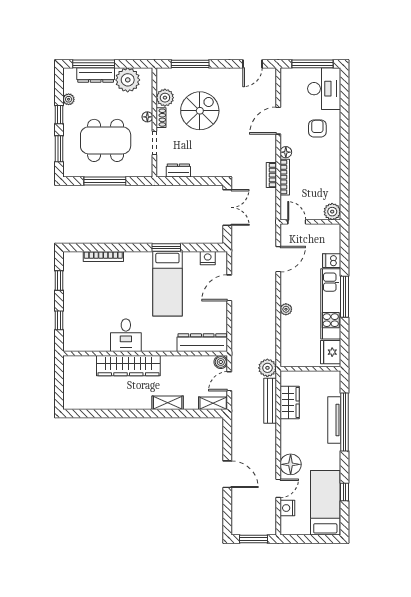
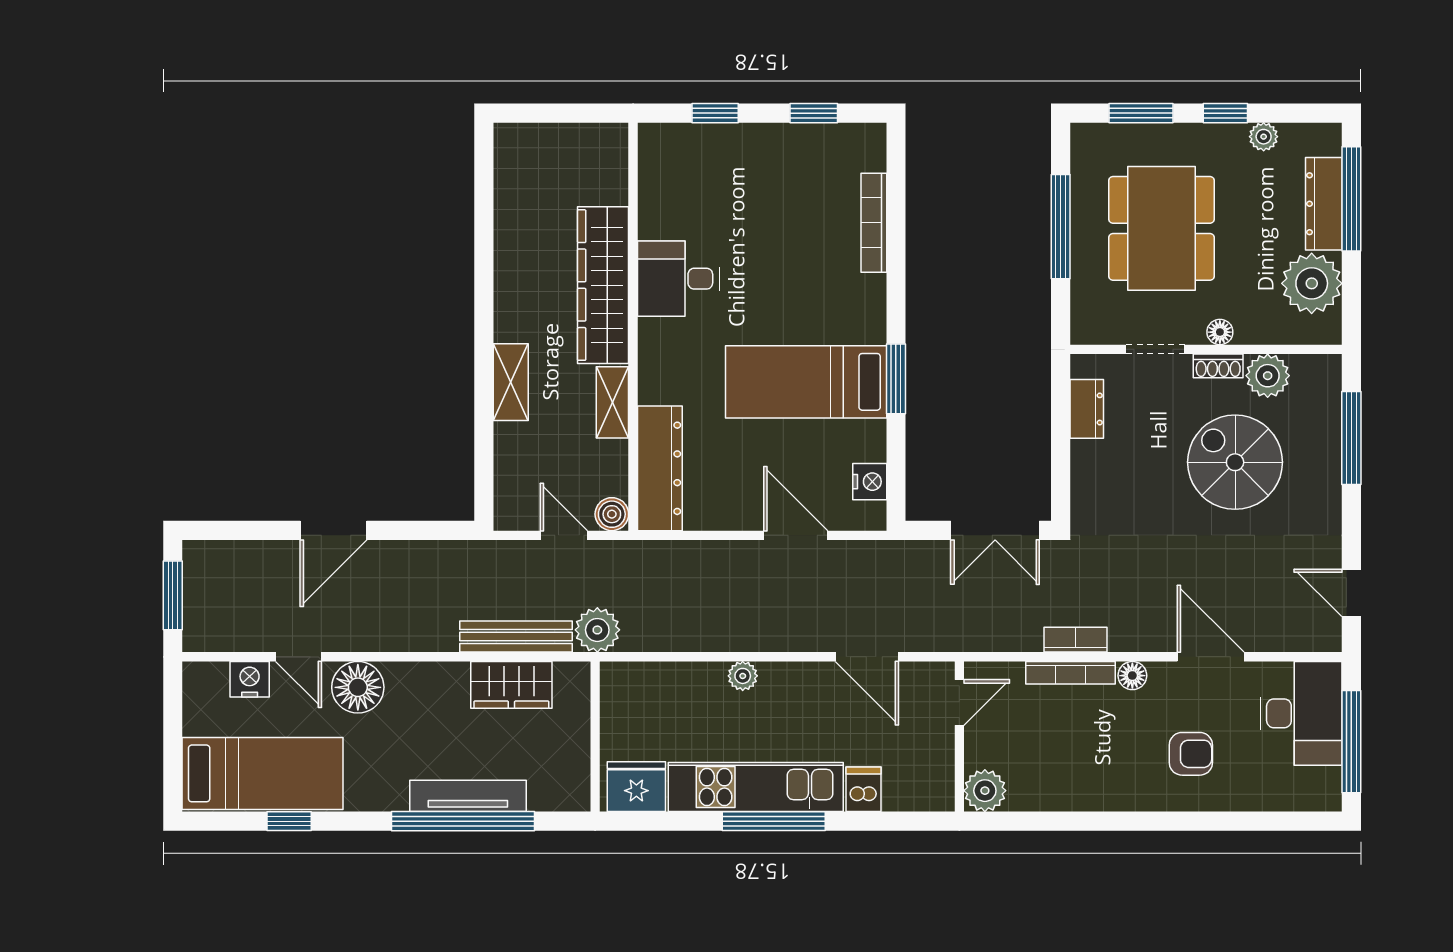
desk: (324, 89) -> (1301, 713), moved, turned -90
spiral stairs: (200, 111) -> (1235, 462), turned 180
shelving: (213, 403) -> (612, 402), moved

